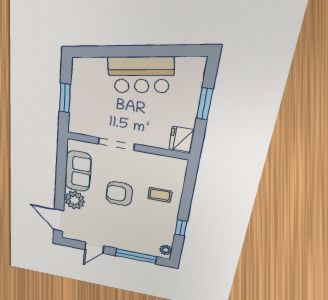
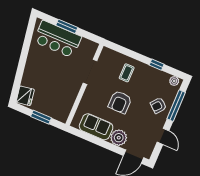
bar counter: (141, 75) -> (58, 39), moved, turned 99
fridge: (181, 139) -> (25, 96), moved, turned -99
doorway: (116, 144) -> (90, 72), moved
armchair: (130, 237) -> (158, 105), added

